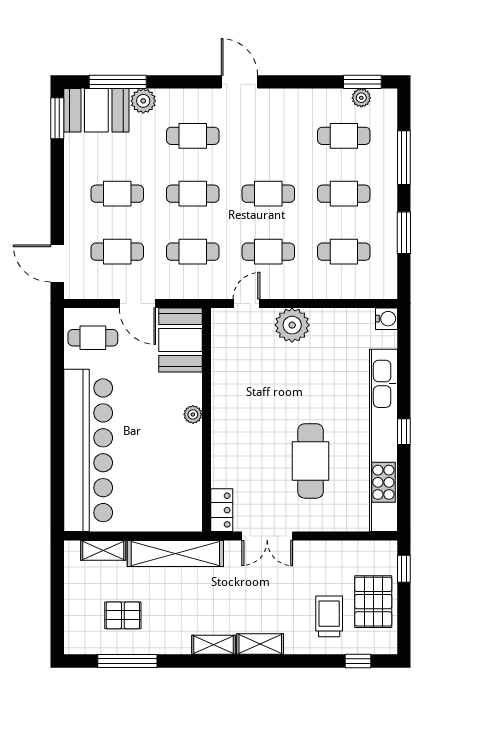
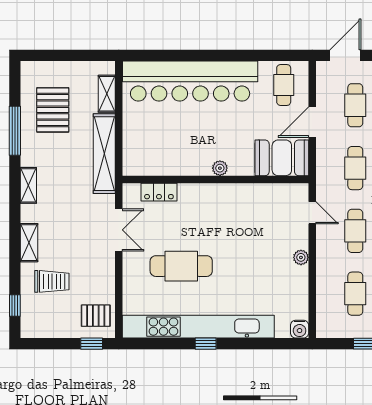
plant: (292, 325) -> (301, 257), width x0.53, depth x0.53
locker: (222, 510) -> (159, 192), moved
double door: (267, 536) -> (119, 230), swing flipped
pallet: (373, 602) -> (96, 316), moved, width x0.67, depth x0.71
pallet: (123, 615) -> (53, 110), width x1.50, depth x1.42
shelving: (260, 644) -> (29, 243), moved
window: (127, 661) -> (15, 131), moved

